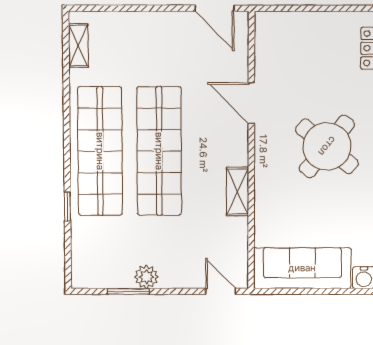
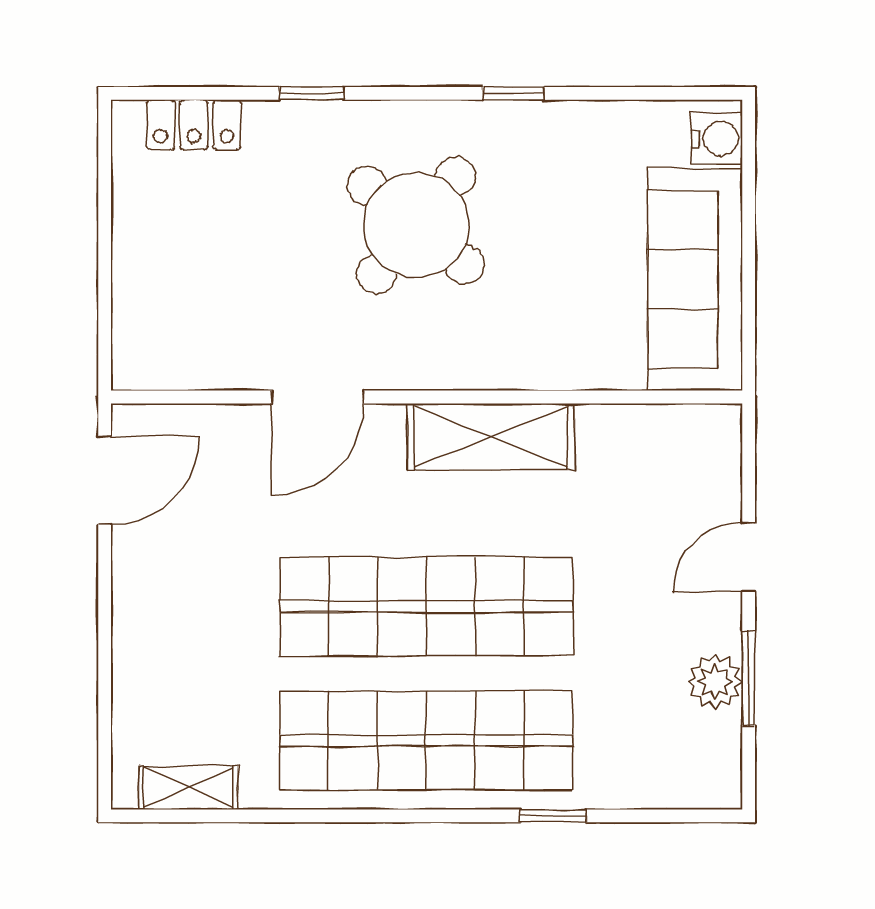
shelving: (237, 192) -> (491, 437), width x1.50, depth x1.33
plant: (147, 277) -> (715, 682), moved
door: (221, 291) -> (749, 557), moved

